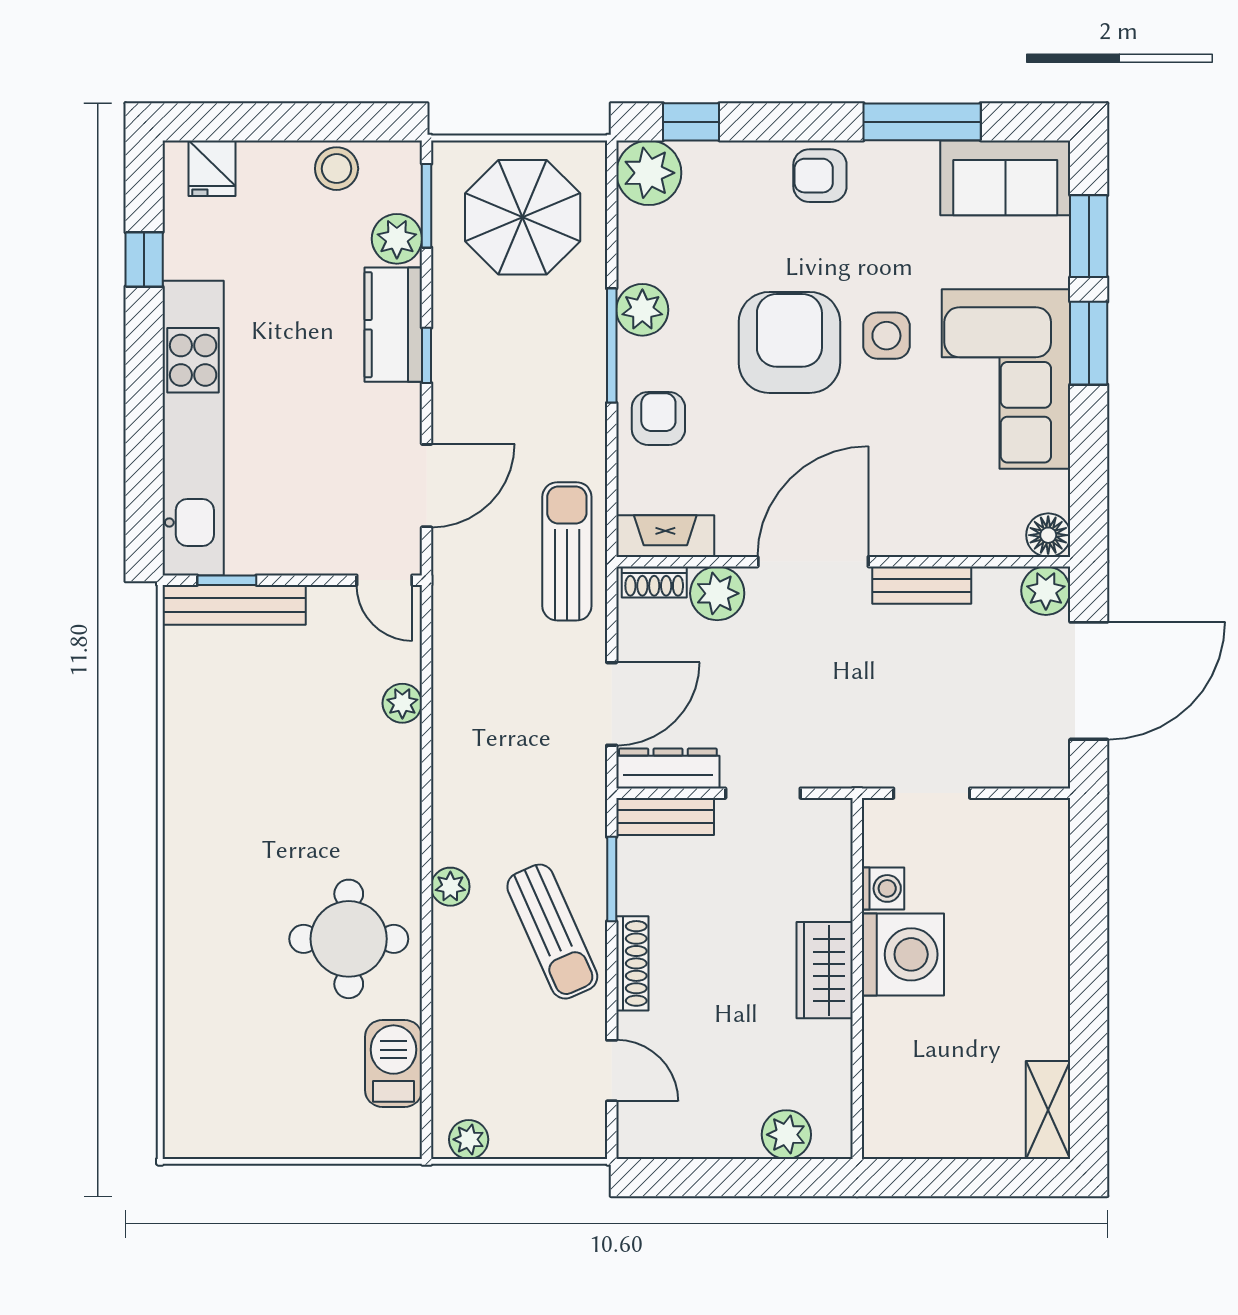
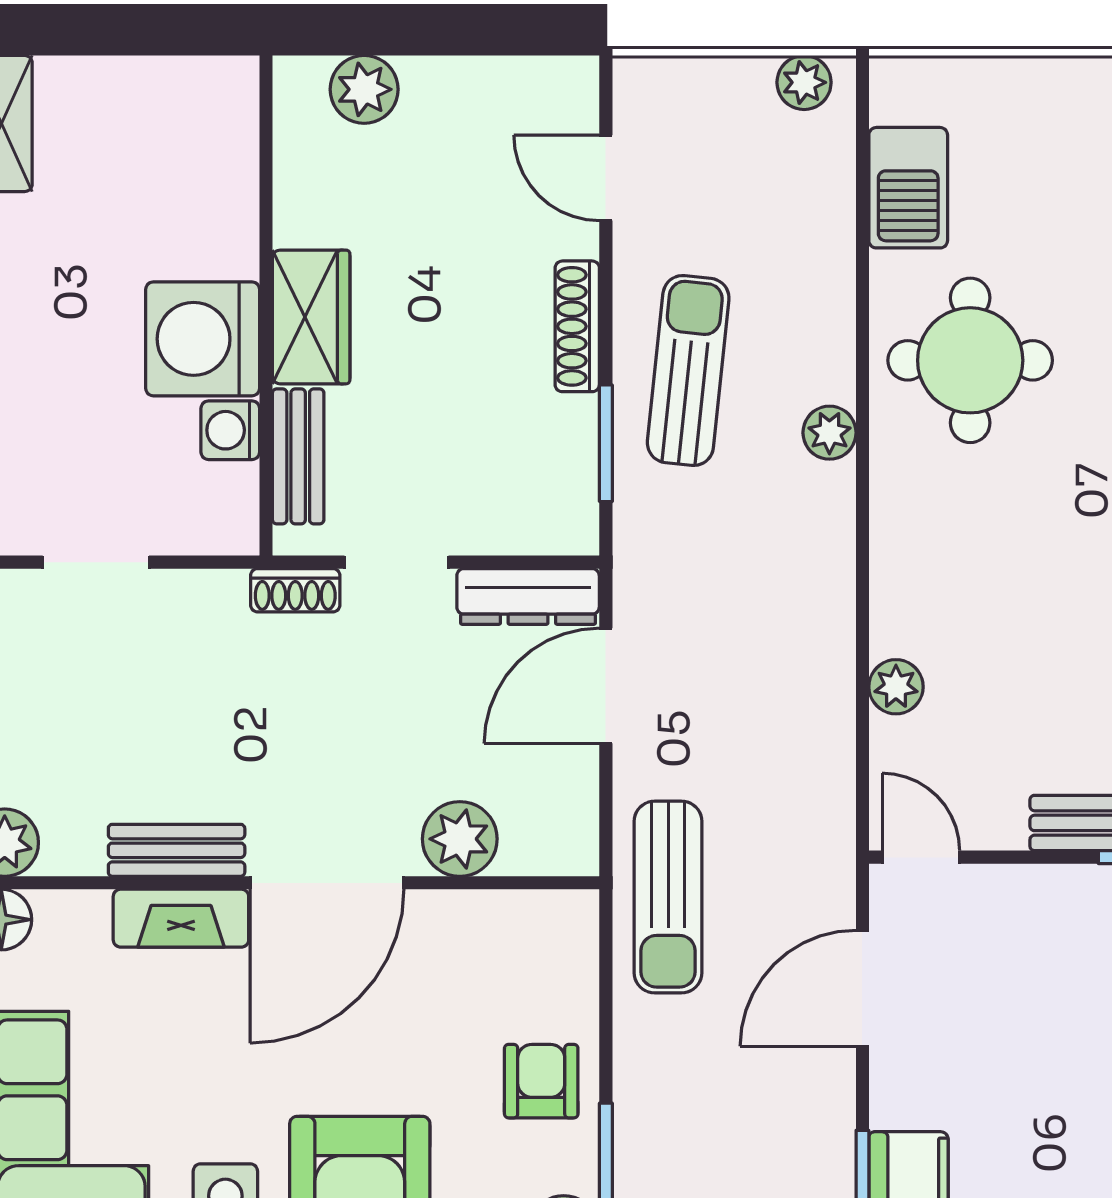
armchair: (658, 418) -> (541, 1081), turned 180
fireplace: (665, 536) -> (181, 918), moved
shoe rack: (654, 582) -> (295, 590), moved, turned 180
doorway: (932, 793) -> (96, 562), moved
bench: (665, 816) -> (298, 456), moved, turned 90
sun lounger: (552, 932) -> (688, 370), turned 30

